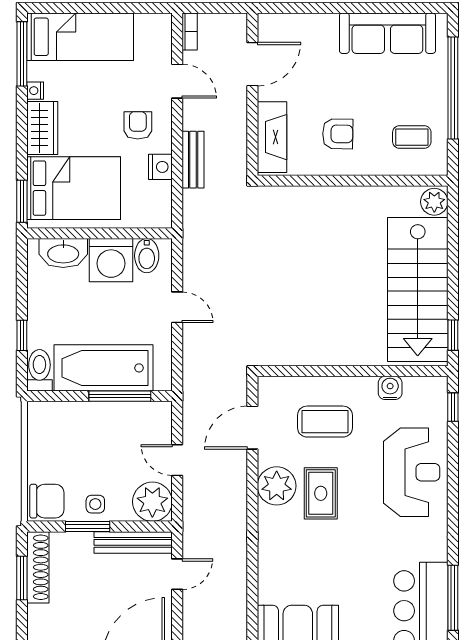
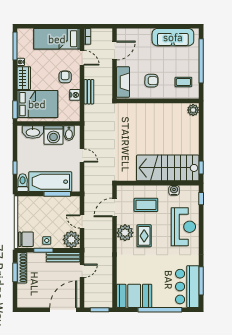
bed: (80, 37) -> (57, 39), moved, turned 180
stairs: (418, 289) -> (168, 168), moved, turned 90

